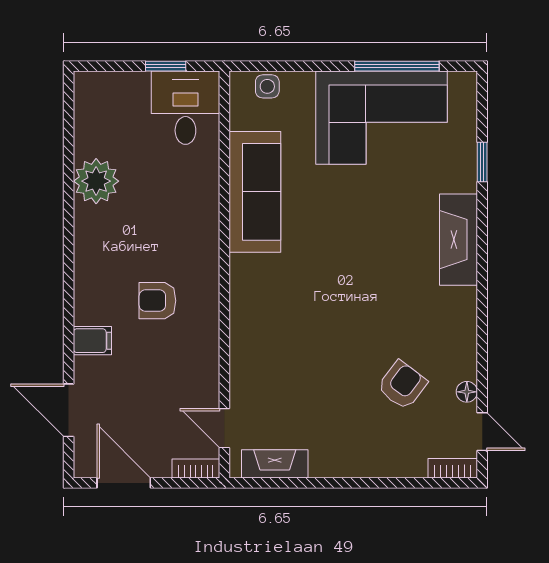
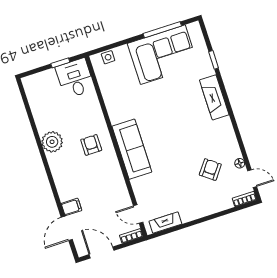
plant: (96, 181) -> (52, 142), moved
sofa: (255, 192) -> (132, 149), moved
armchair: (157, 301) -> (91, 145), moved, turned 90
filing cabinet: (92, 341) -> (71, 207), moved
door: (69, 410) -> (67, 228), hinge flipped

